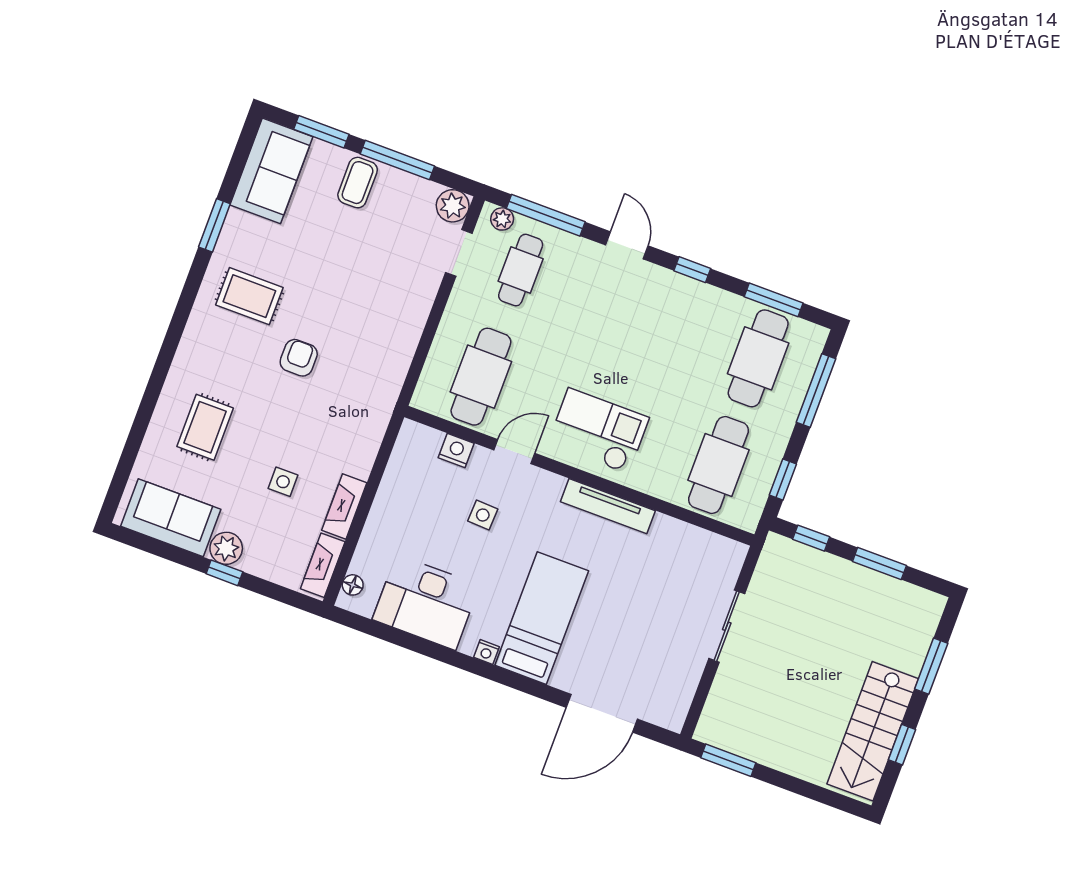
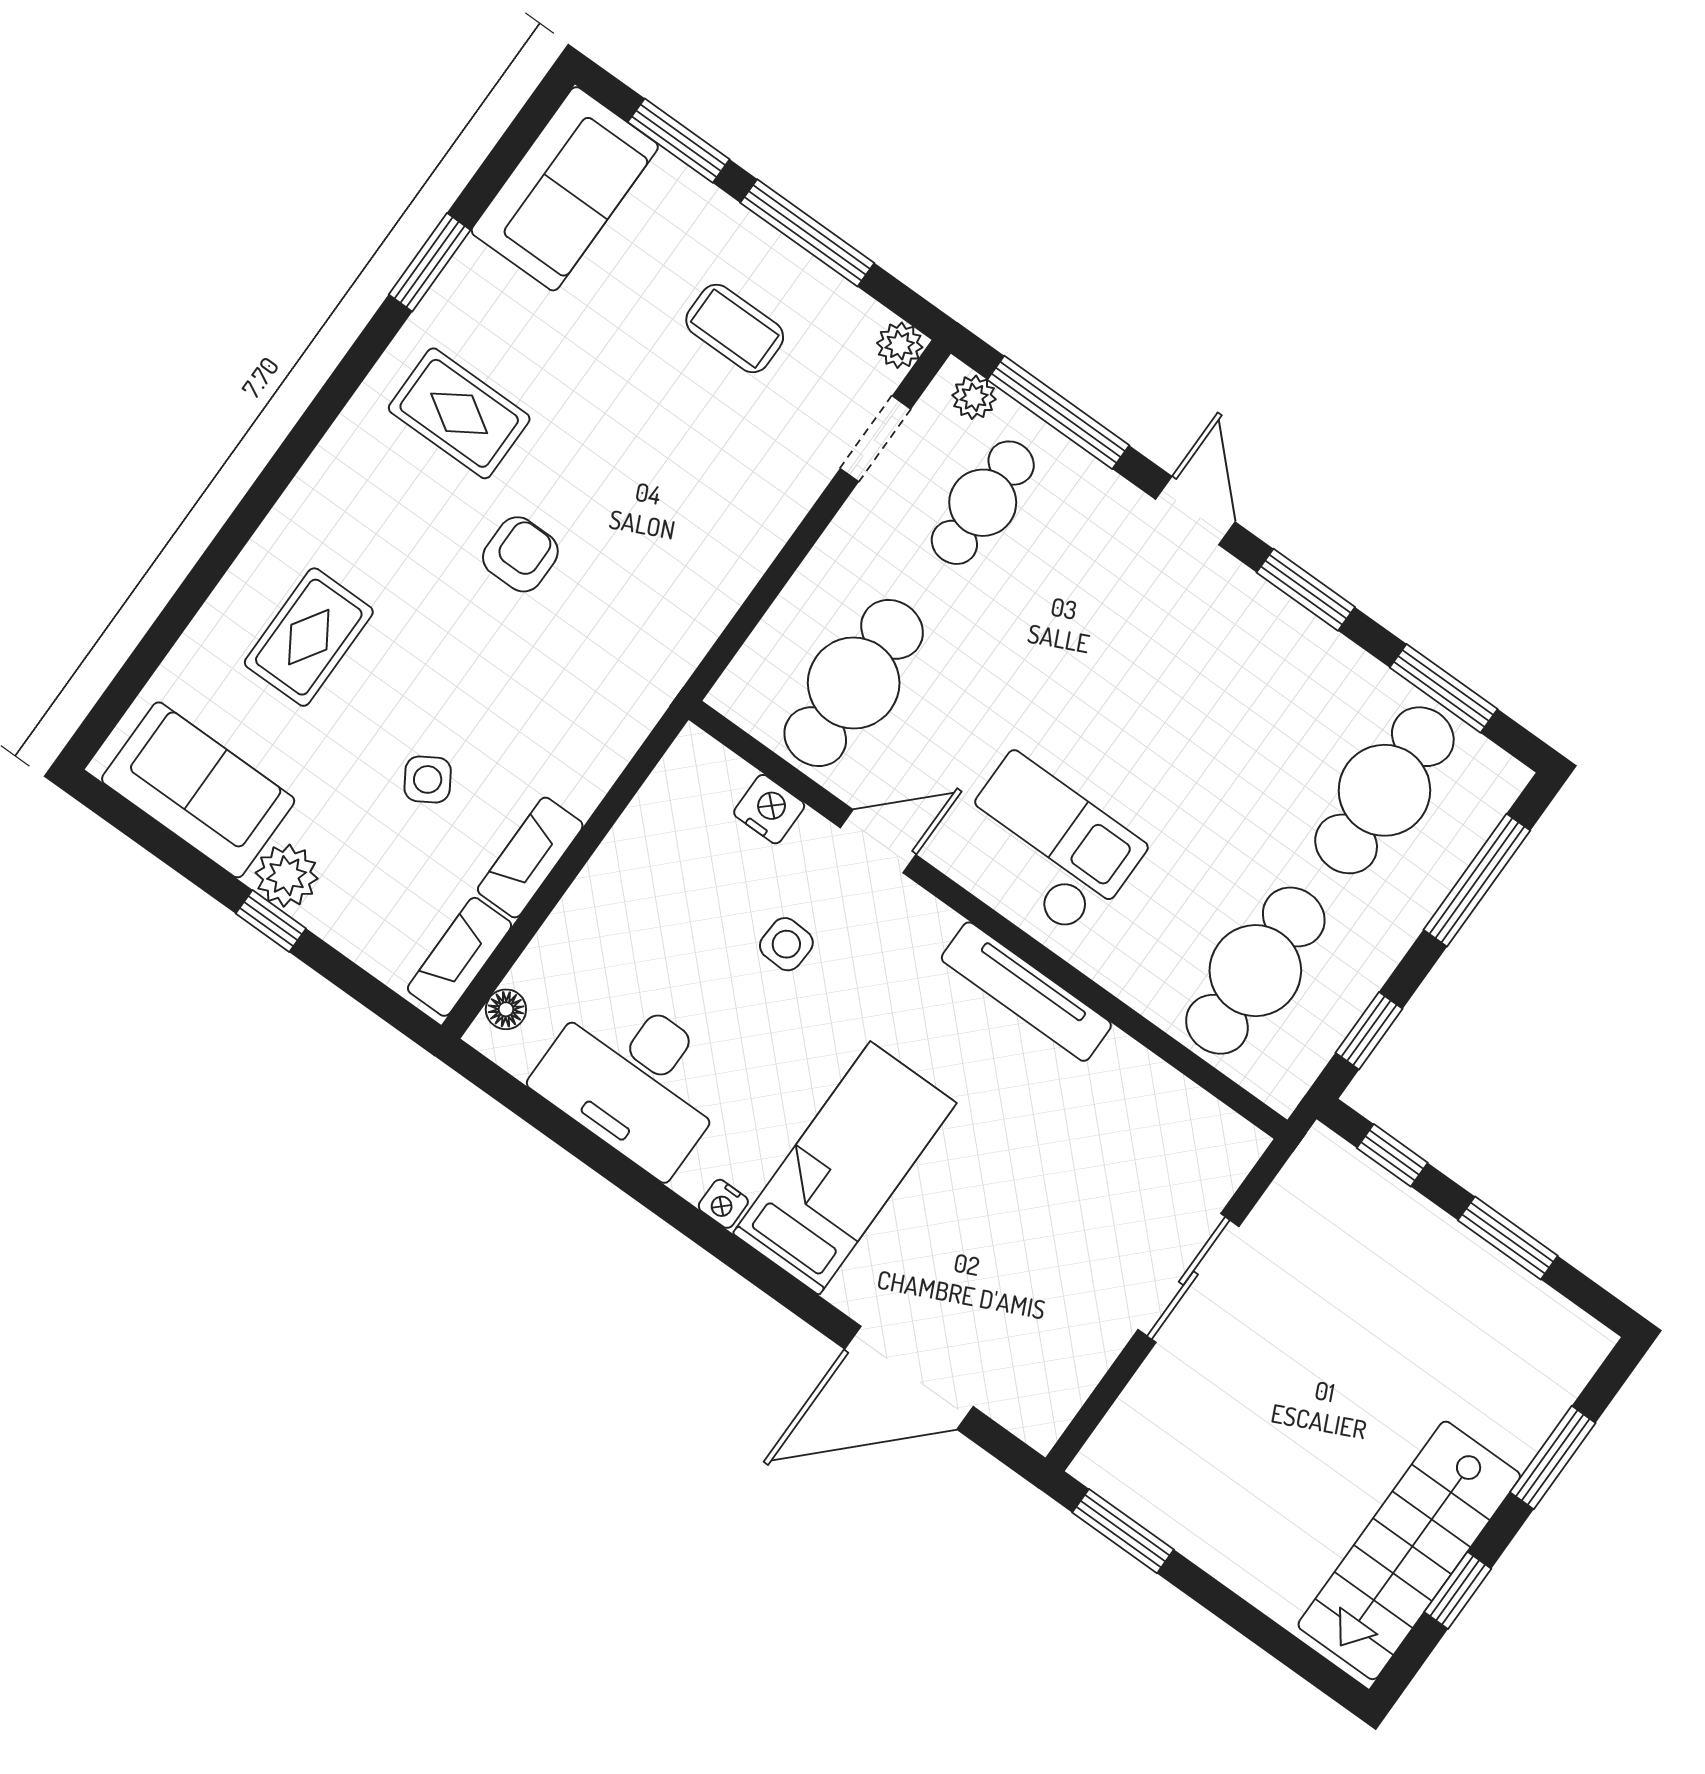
coffee table: (358, 183) -> (735, 328), moved, turned 90
plant: (453, 206) -> (900, 345), width x0.73, depth x0.73
window: (692, 270) -> (1306, 590), width x1.50
side table: (283, 482) -> (428, 779), turned -32

